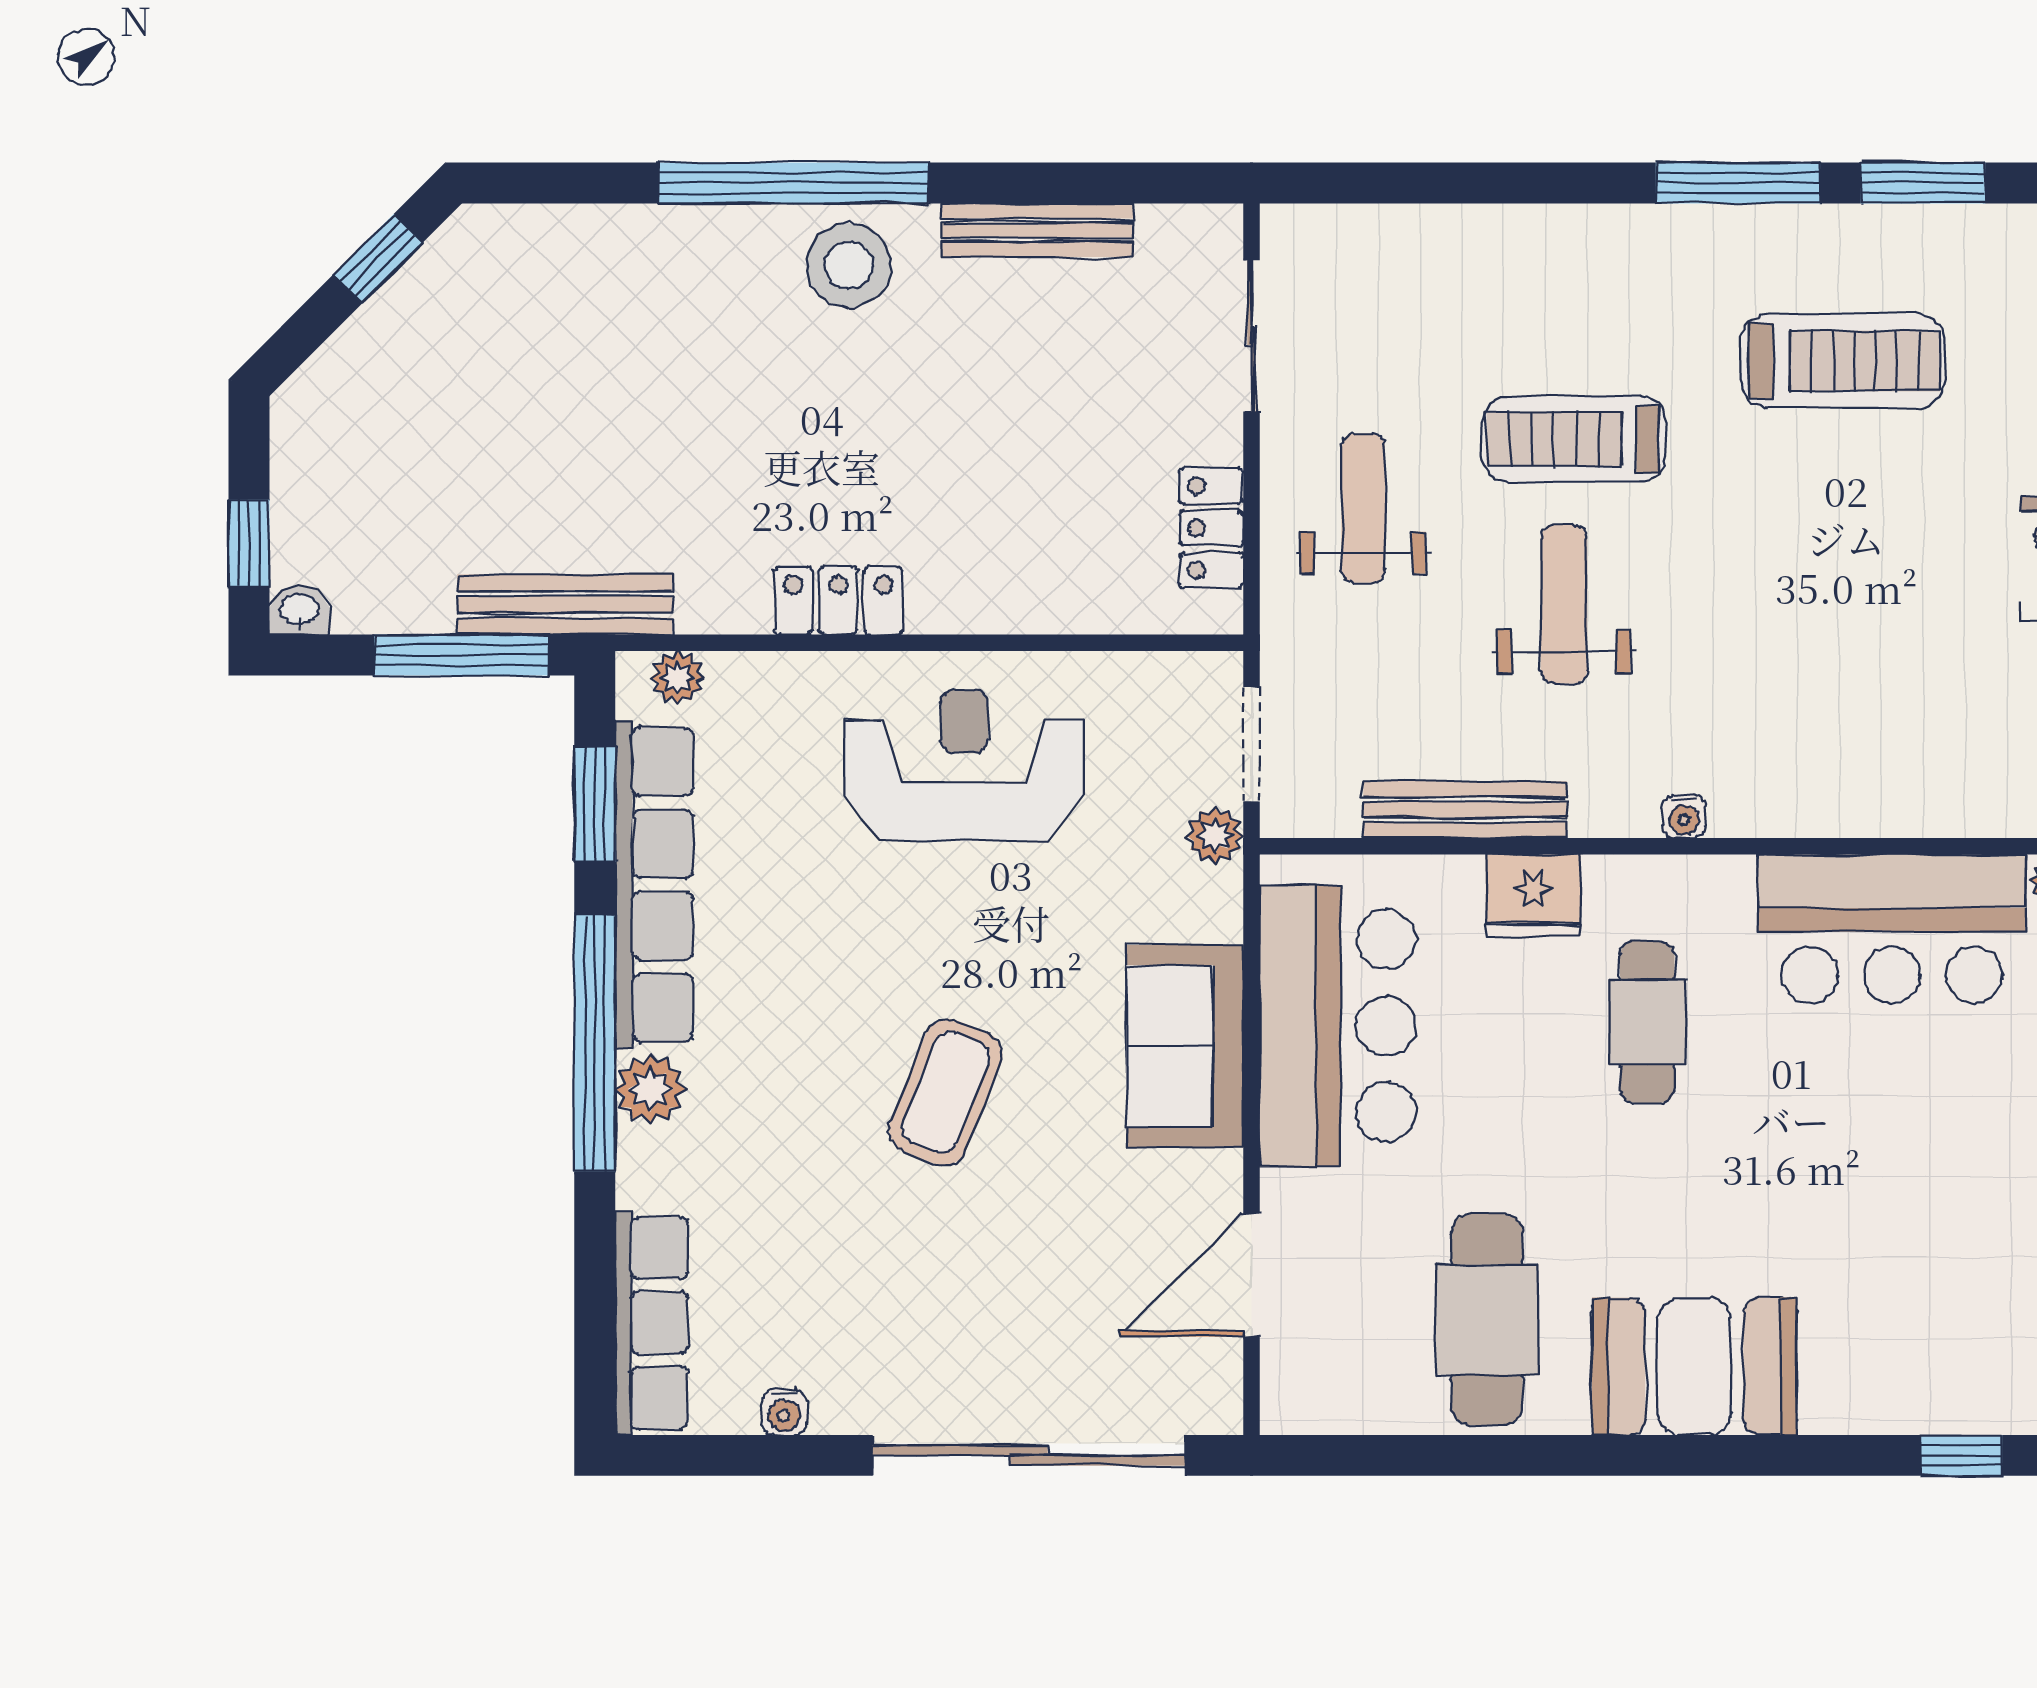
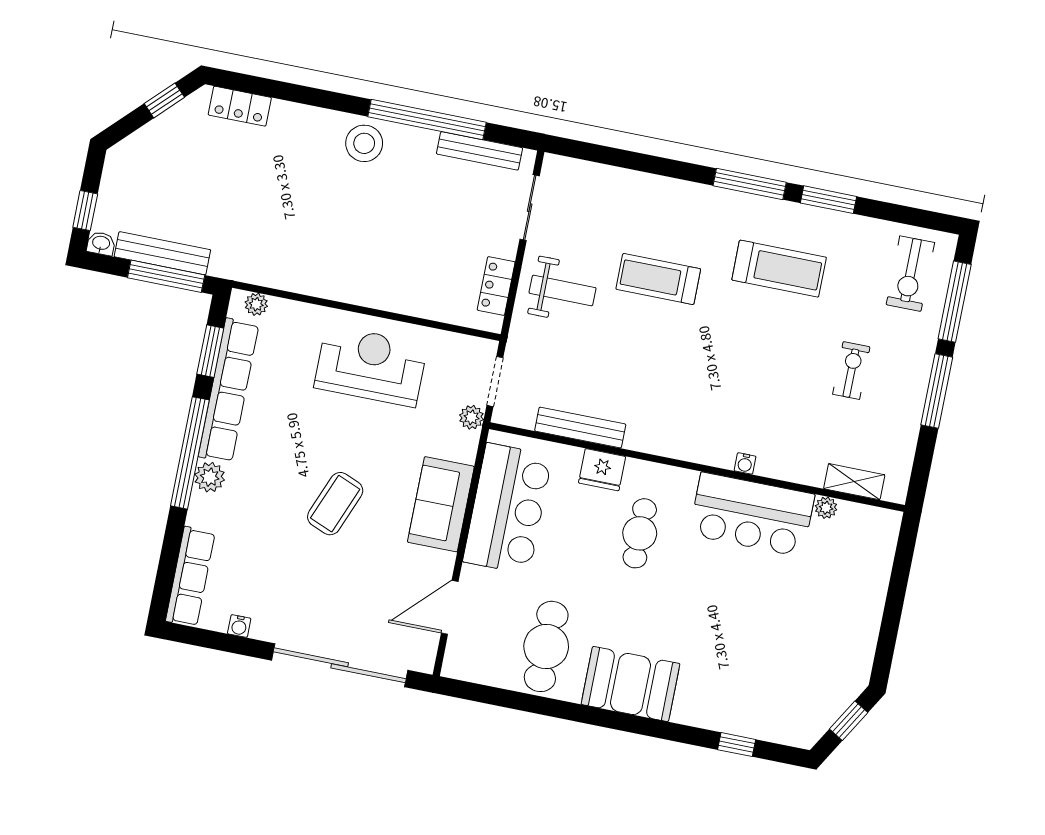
window: (794, 183) -> (427, 119), moved
bench: (1038, 230) -> (480, 151), moved
weight bench: (1363, 508) -> (563, 290), turned 90
locker: (838, 600) -> (240, 106), moved, turned 180
weight bench: (1564, 604) -> (640, 348), removed
bench: (565, 605) -> (162, 253), moved
water cooler: (1684, 817) -> (745, 463), moved

